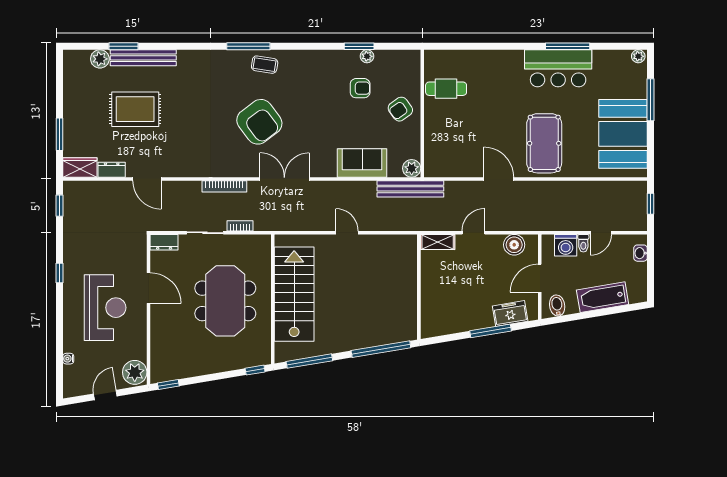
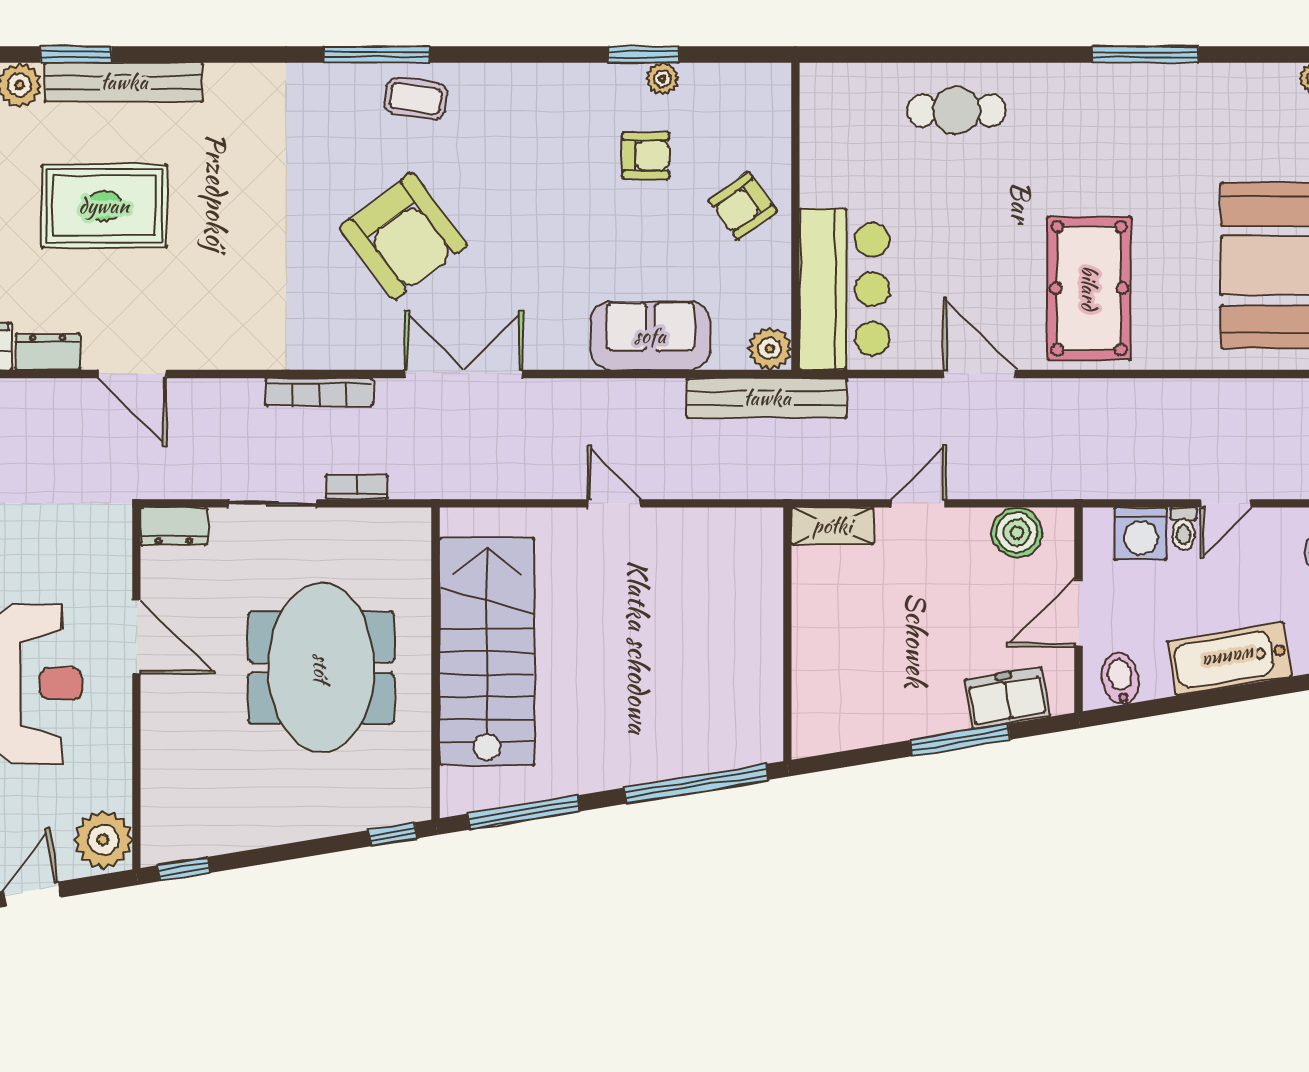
bar counter: (558, 68) -> (844, 289), moved, turned -90
cafe table: (446, 89) -> (956, 111), moved

